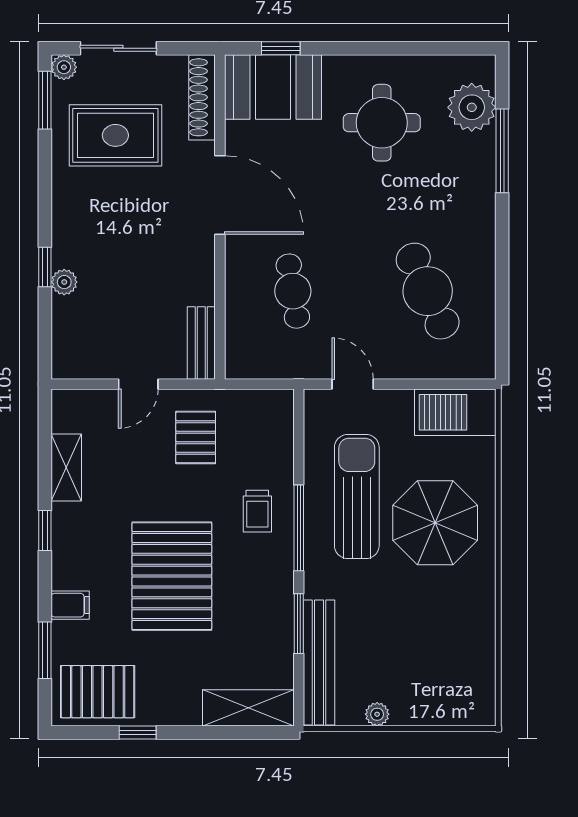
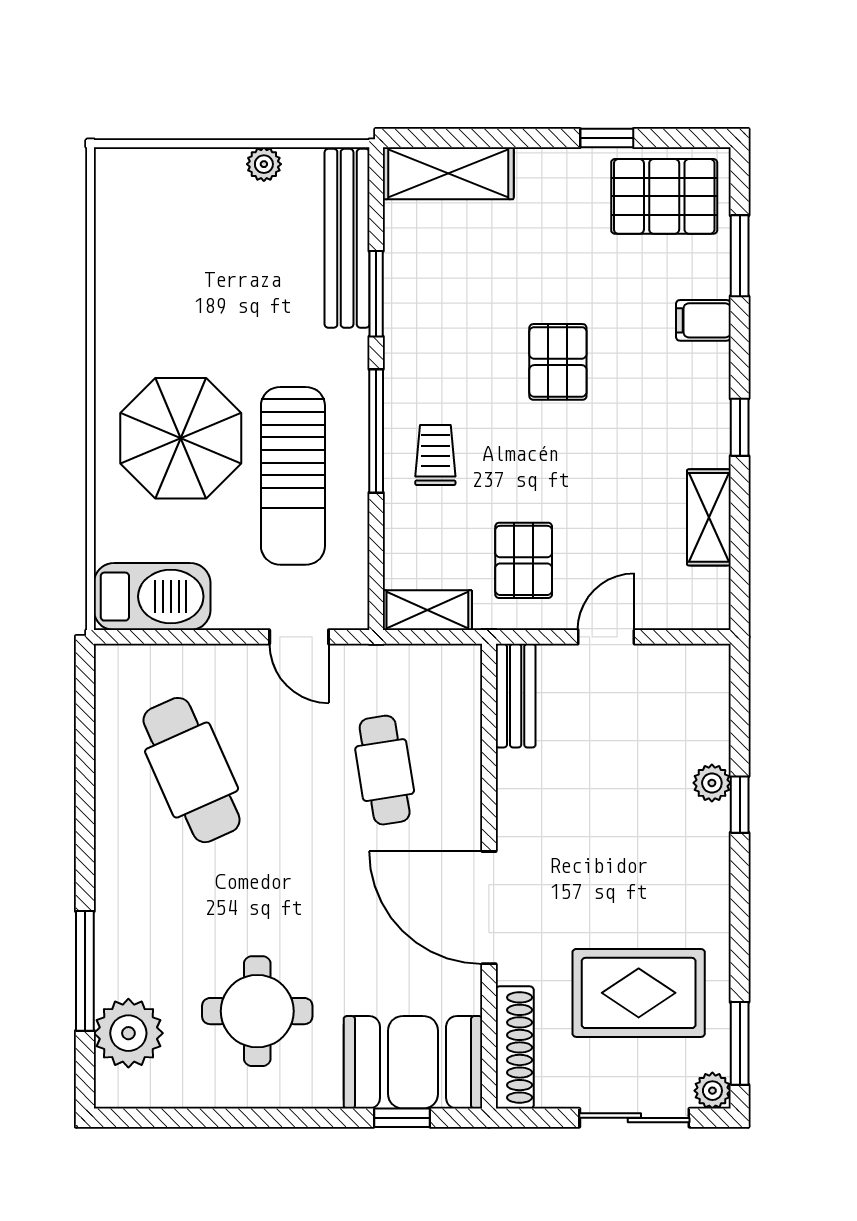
shelving: (263, 403) -> (427, 610), added
pallet: (172, 576) -> (558, 362), width x0.49, depth x0.50

